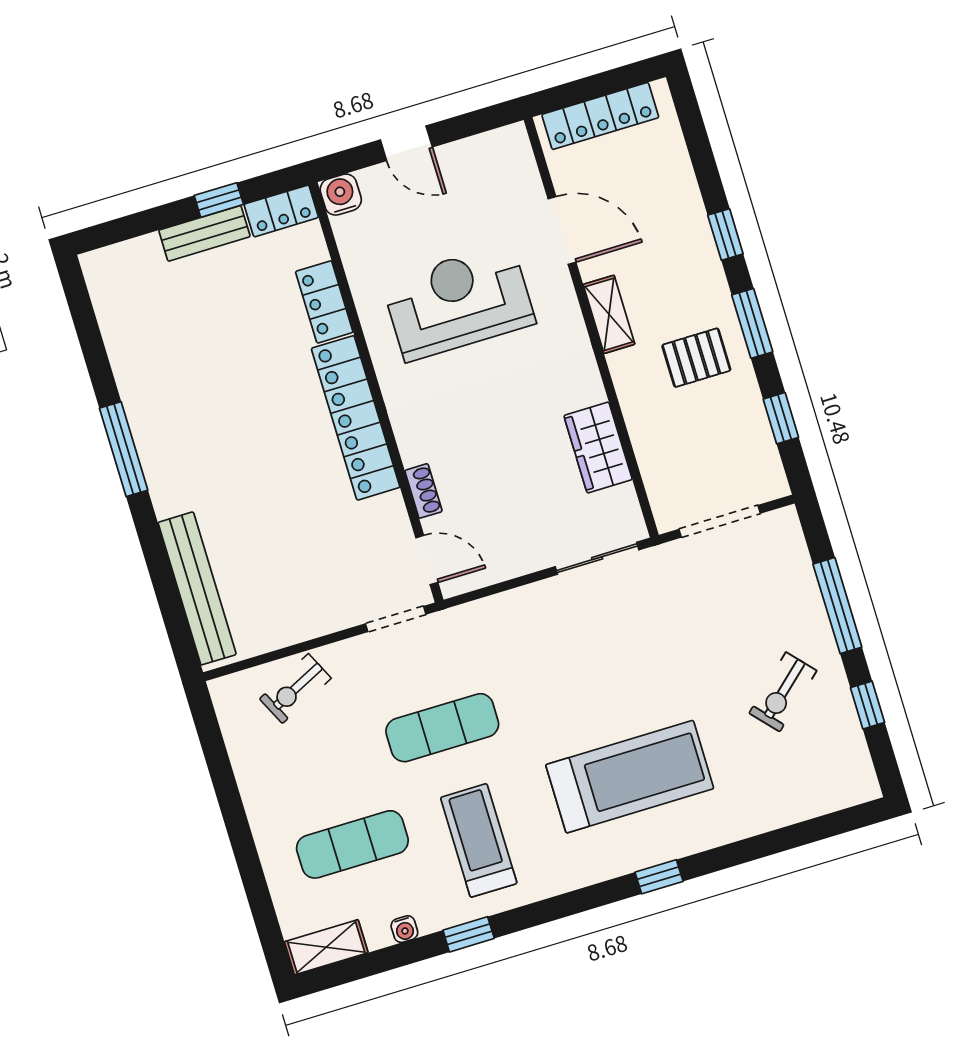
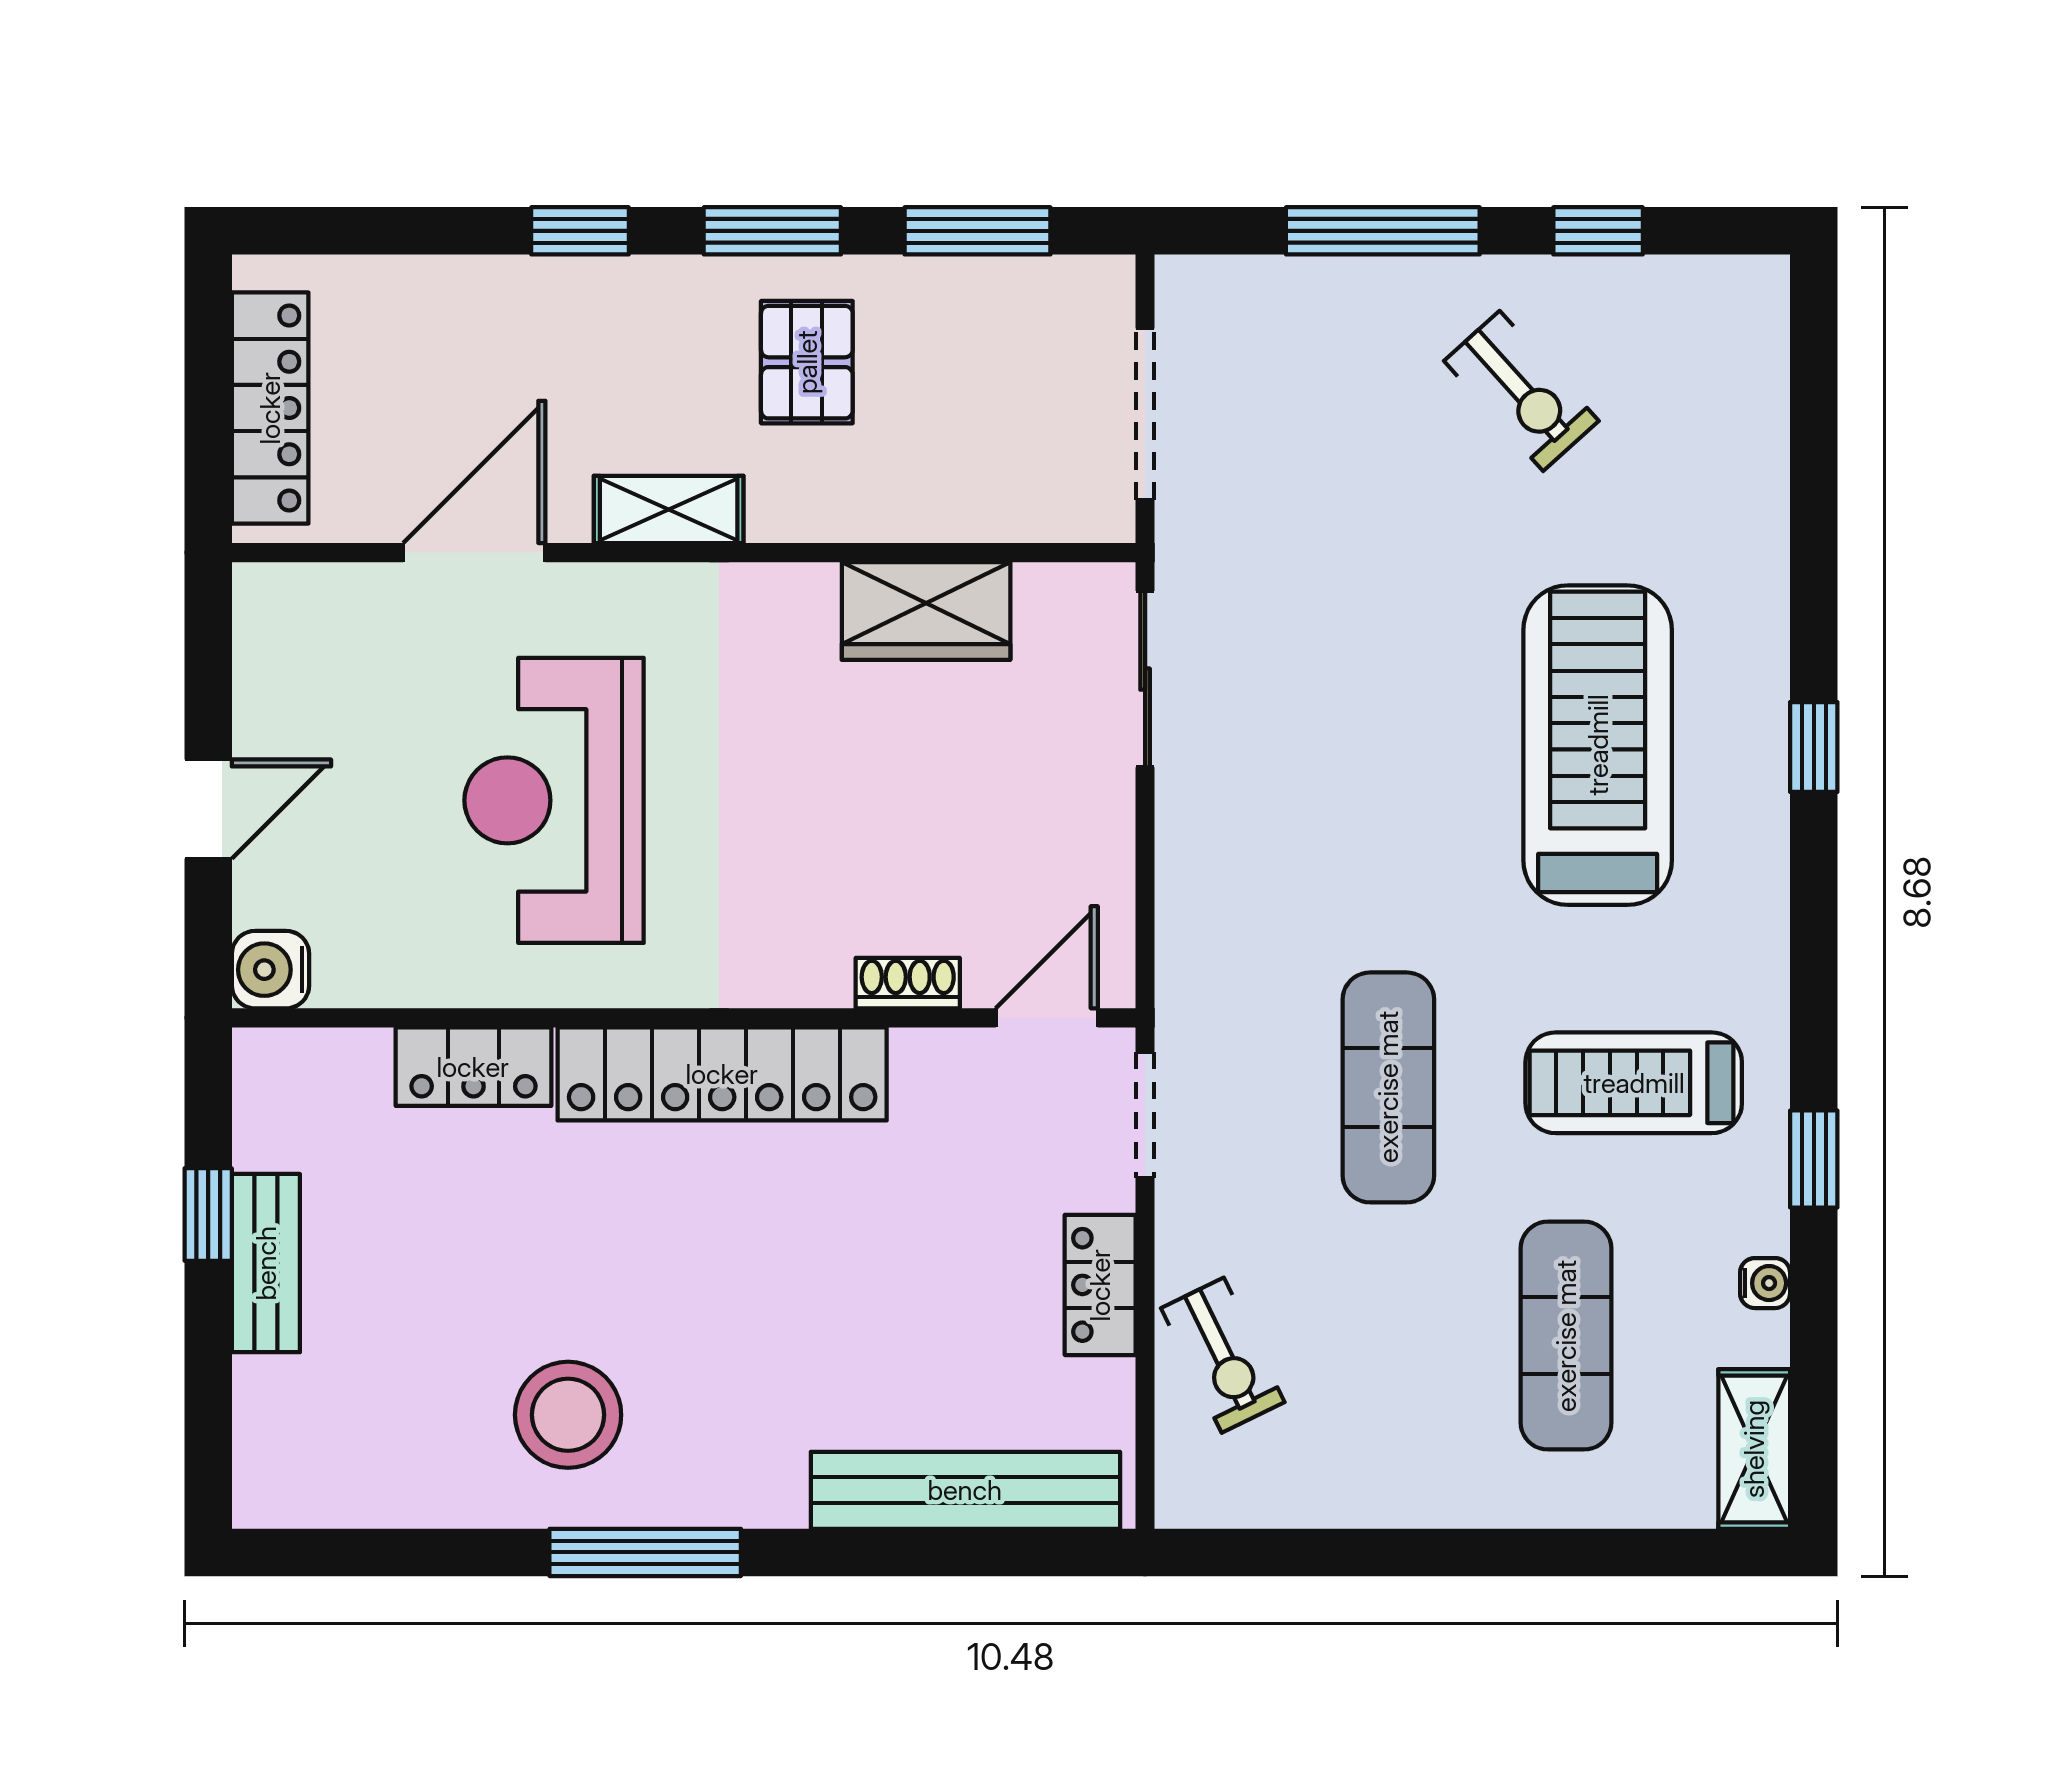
locker: (281, 211) -> (1100, 1285), moved, turned 180
stool: (177, 394) -> (568, 1415), added
window: (781, 418) -> (977, 231), width x1.50

